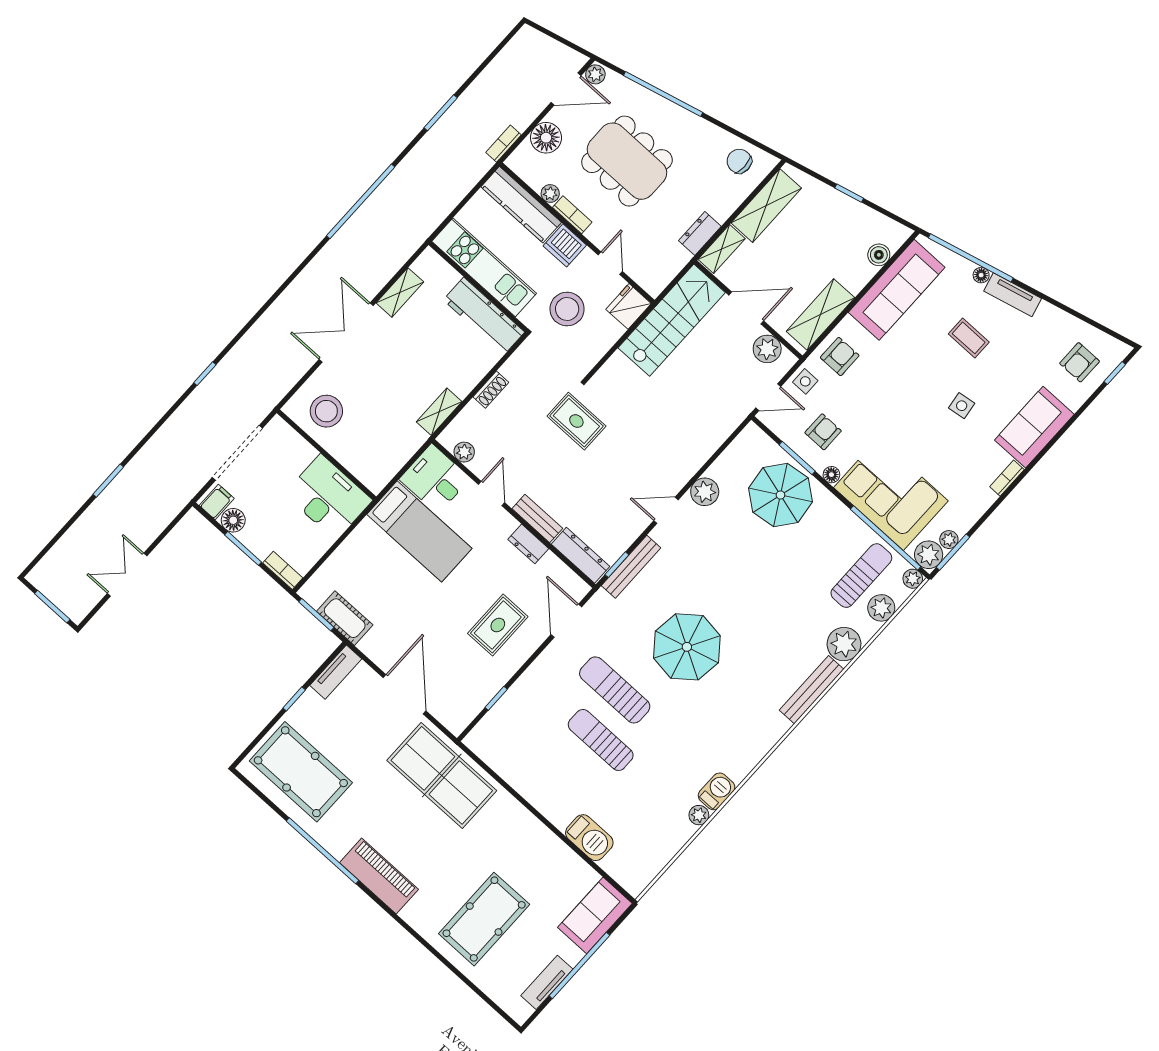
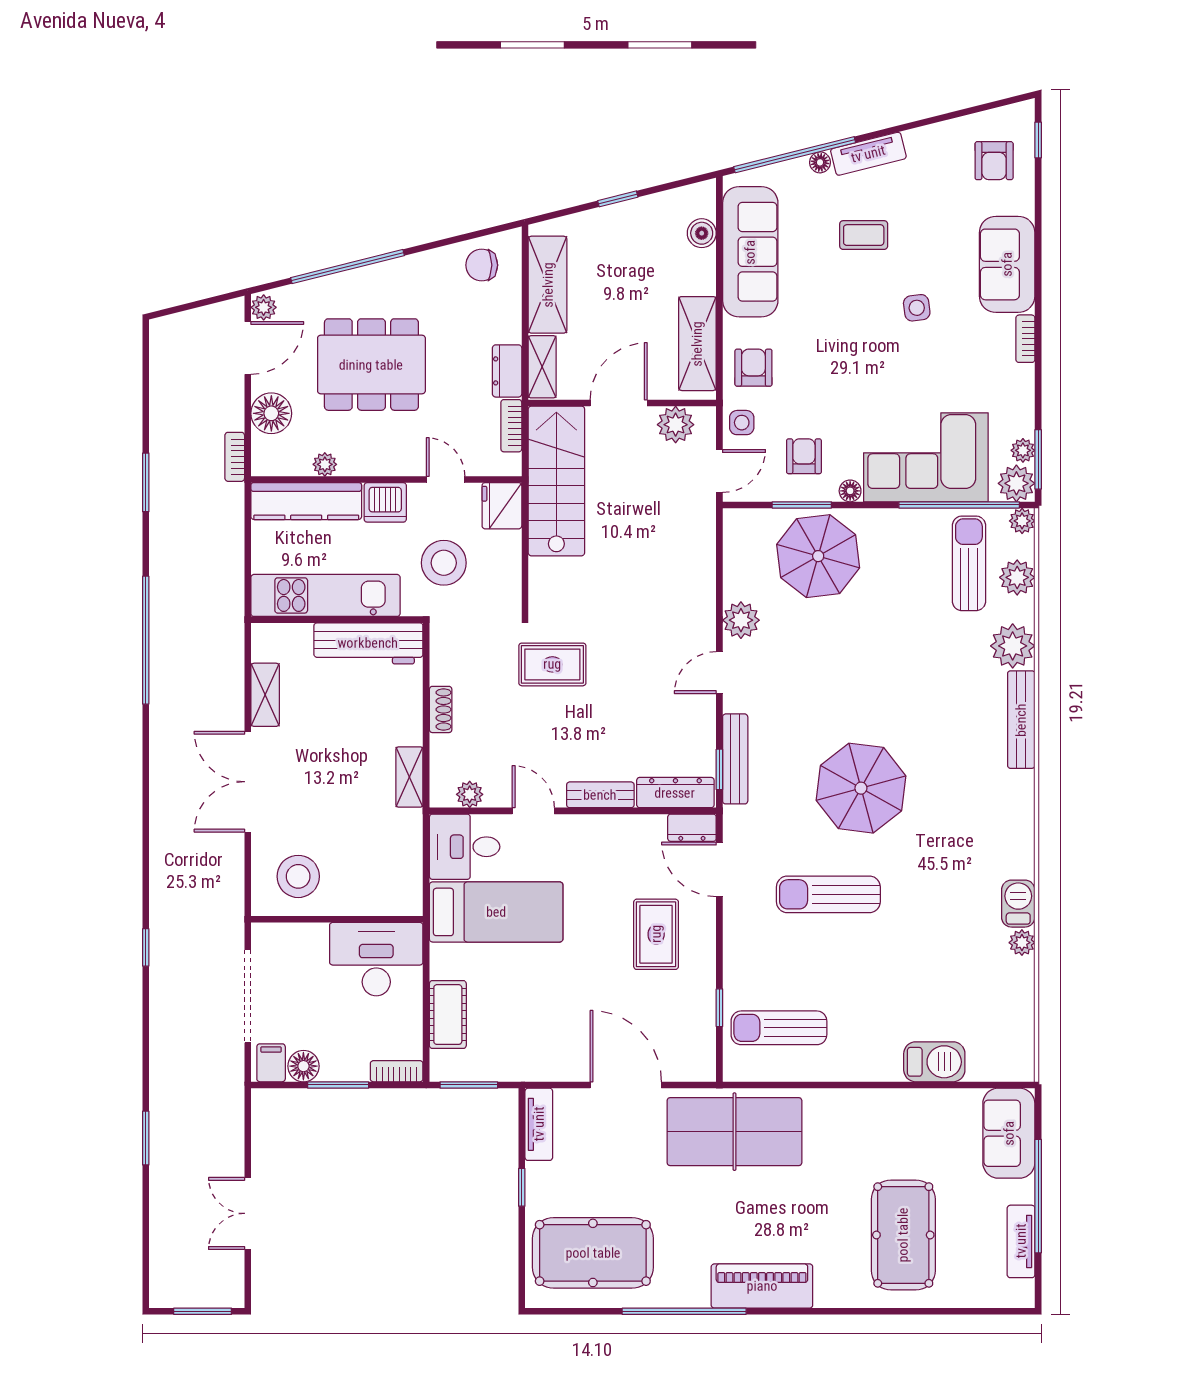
bookcase: (572, 215) -> (511, 426), moved, turned -90
dresser: (528, 544) -> (692, 828), moved
cot: (345, 618) -> (448, 1015), moved, turned 90
sun lounger: (601, 740) -> (779, 1028), moved

